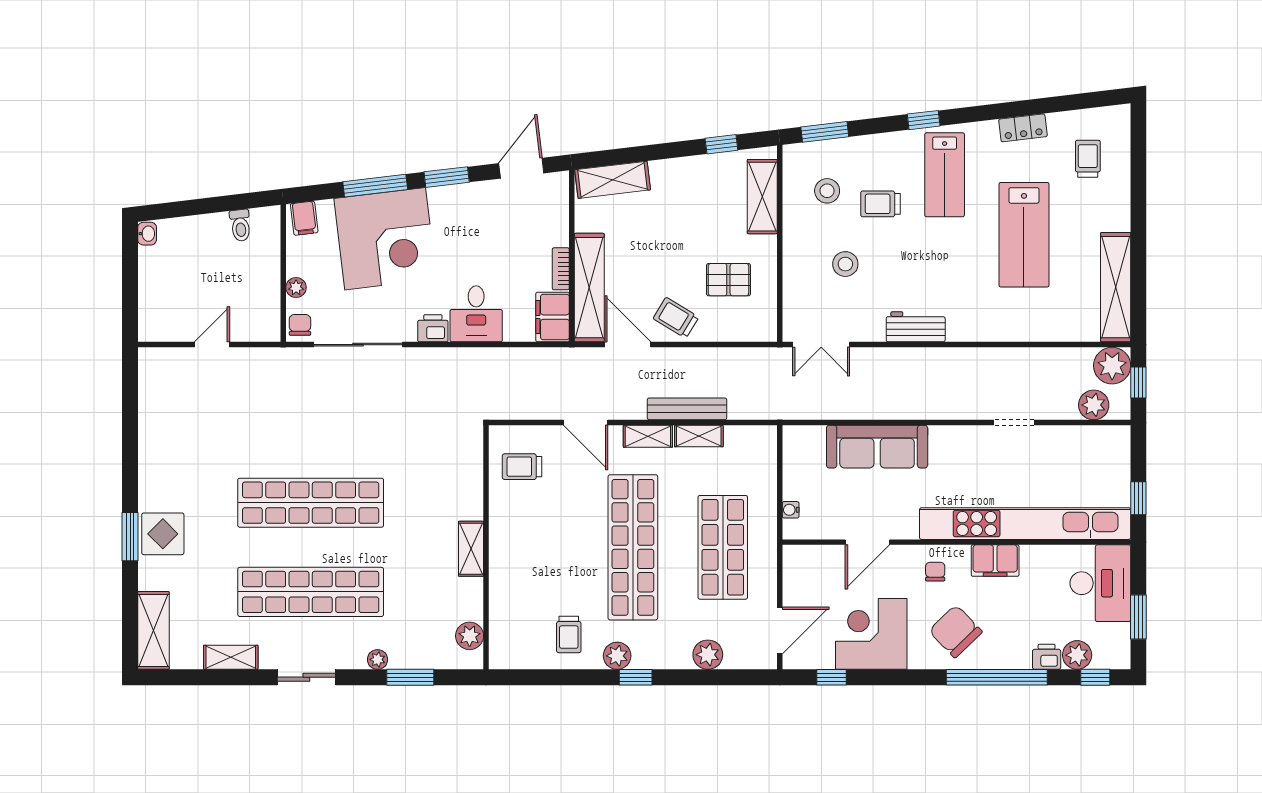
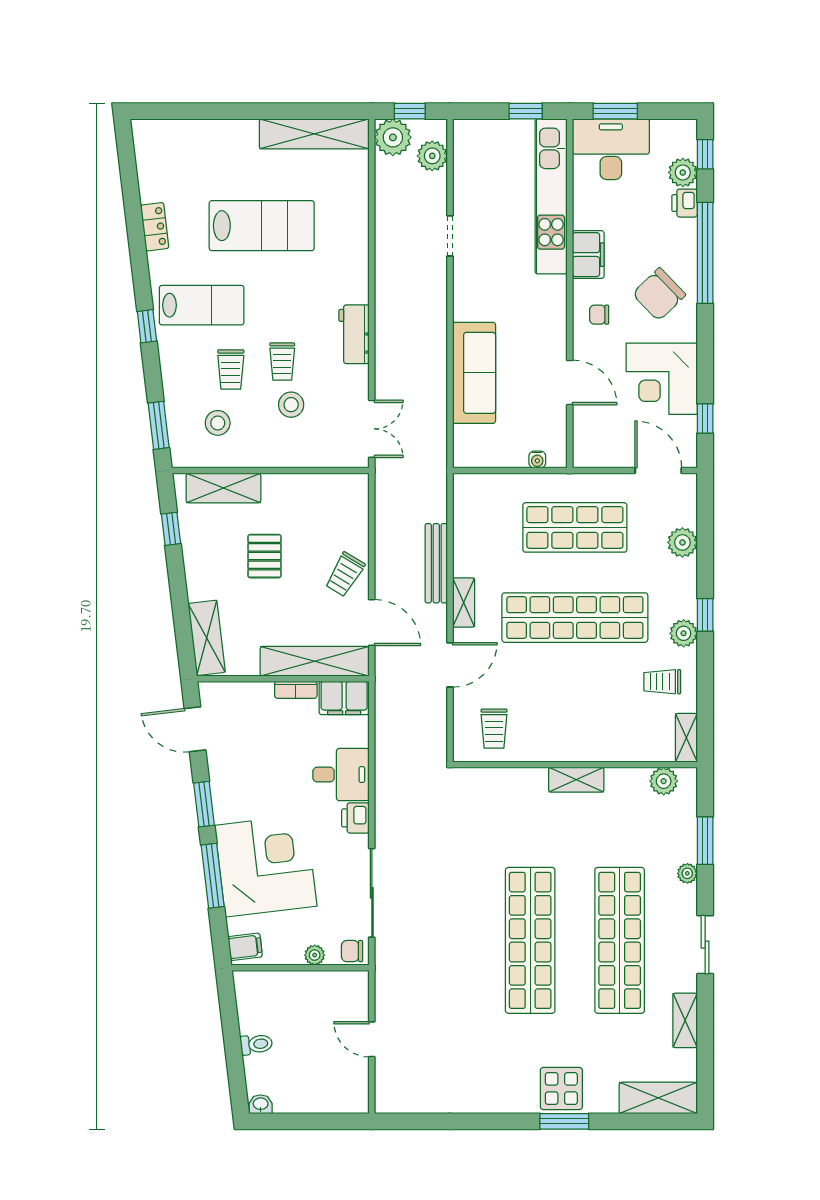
trolley: (1088, 159) -> (282, 362), moved, turned -90
toilet: (240, 225) -> (256, 1044), moved
pallet: (728, 280) -> (264, 556), moved
door: (628, 345) -> (372, 623), swing flipped
shelving: (699, 436) -> (686, 738), moved
kitchen unit: (1025, 524) -> (551, 196), width x0.73
window: (1138, 617) -> (615, 111), moved
trolley: (569, 634) -> (662, 682), turned 180

